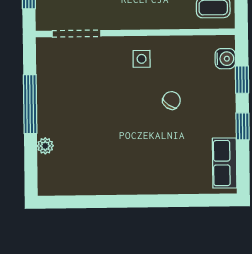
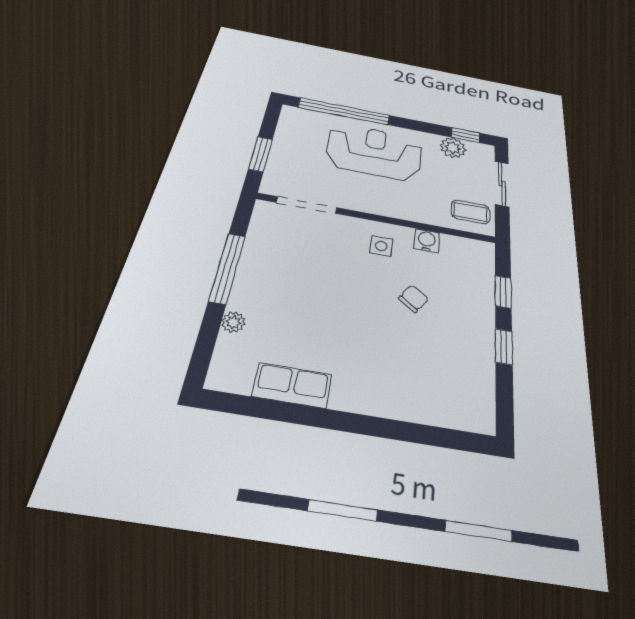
water cooler: (225, 59) -> (427, 241), moved, turned -90
row of seats: (225, 163) -> (292, 385), moved, turned 90

